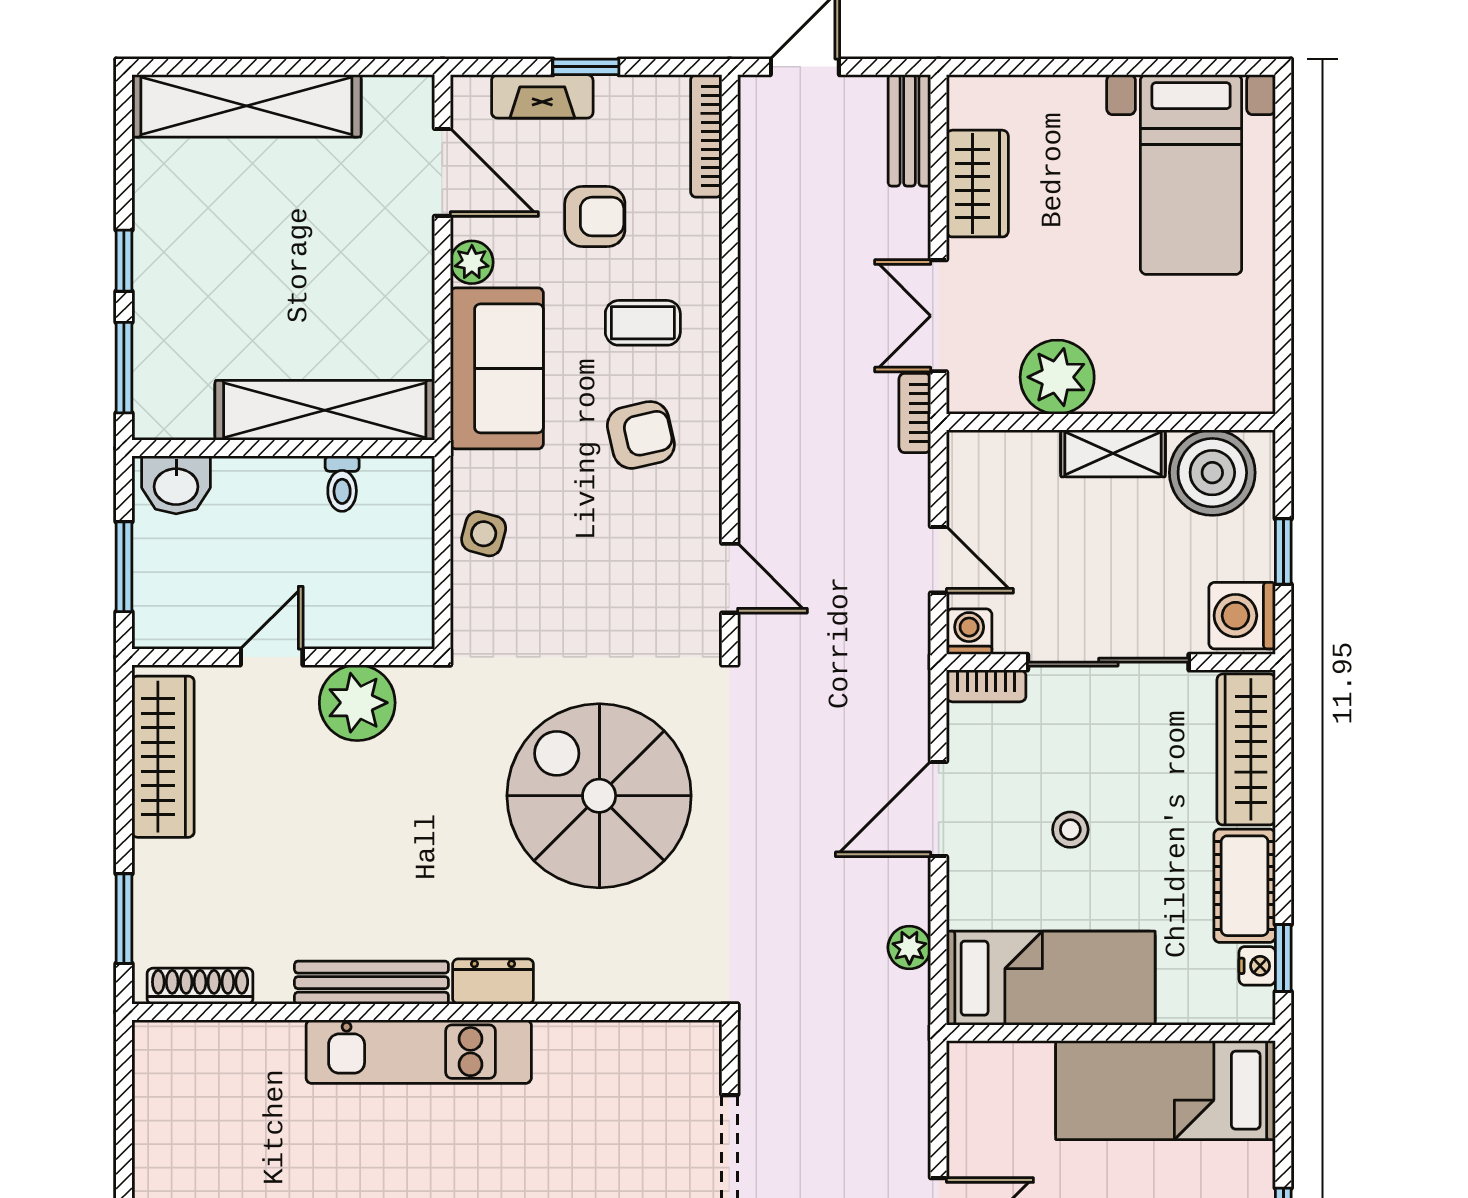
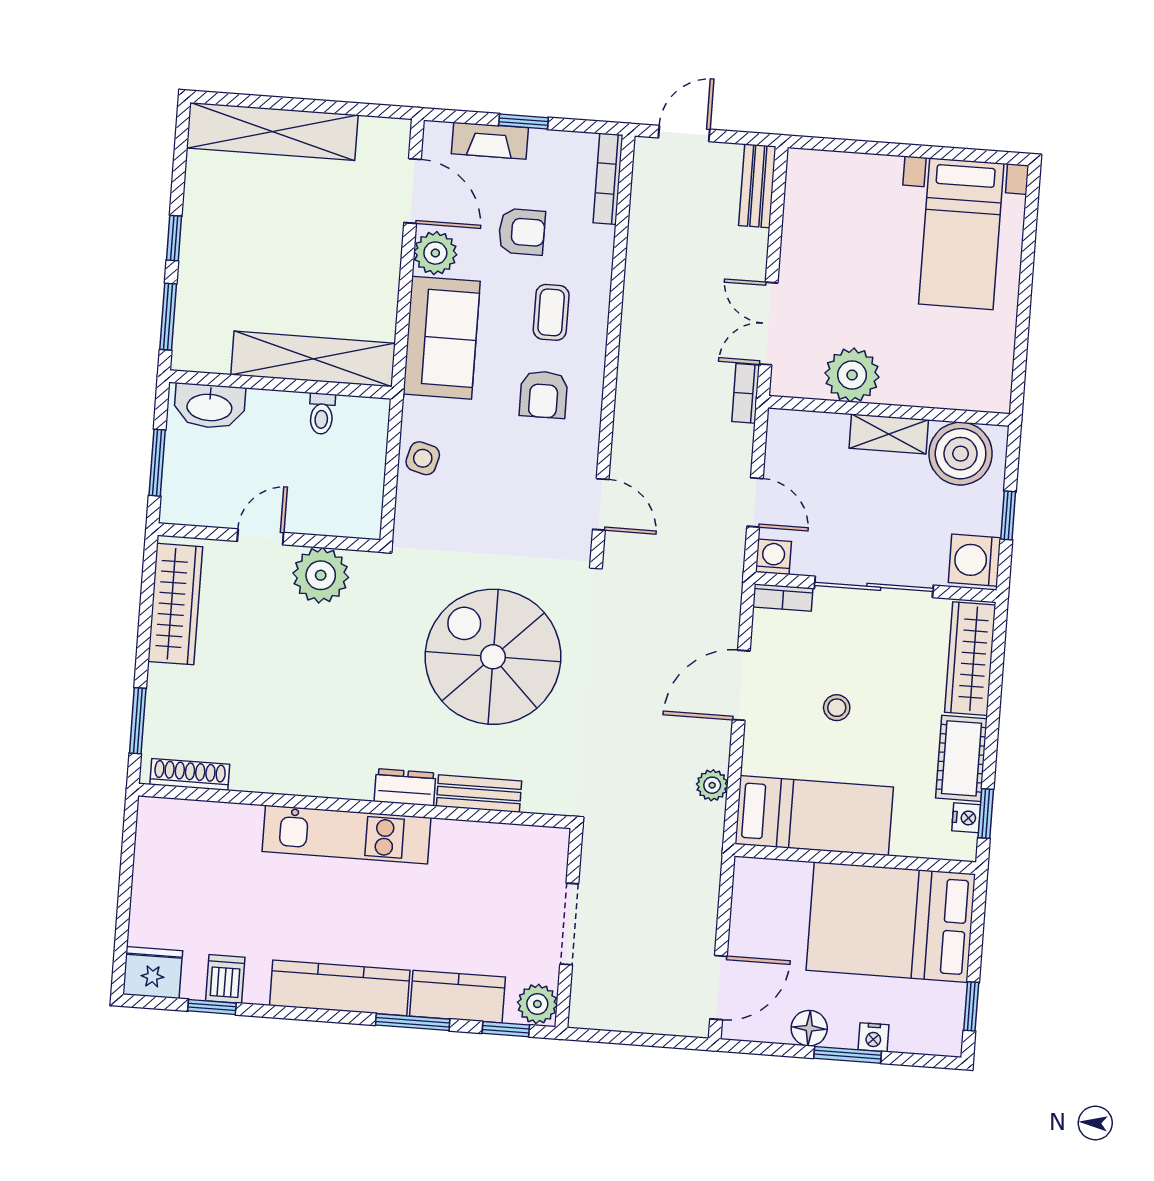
wardrobe: (977, 184) -> (804, 229), removed
plant: (472, 262) -> (435, 253), width x1.38, depth x1.38
coffee table: (643, 323) -> (551, 312), turned 90
armchair: (641, 435) -> (544, 394), turned 103
washbasin: (176, 485) -> (209, 406), width x1.38
bench: (371, 983) -> (479, 794), moved, width x0.73
bed: (1166, 1090) -> (891, 922), width x1.50

